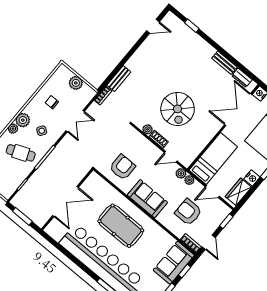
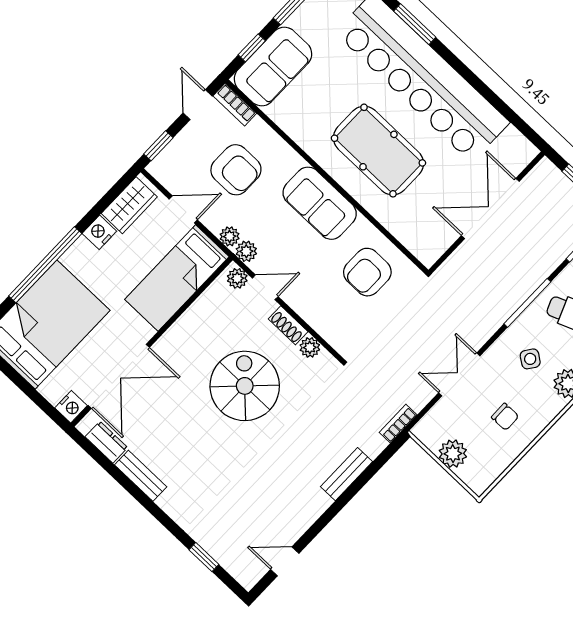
bench: (119, 79) -> (346, 474), moved
plant: (184, 160) -> (237, 278), added

